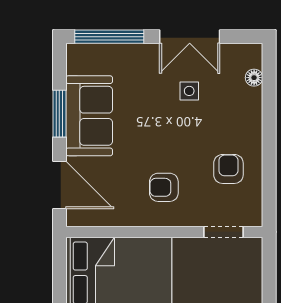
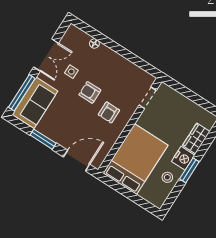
floor lamp: (254, 78) -> (94, 44), moved
sofa: (89, 116) -> (35, 103), moved, turned 90
armchair: (228, 169) -> (90, 92), moved

